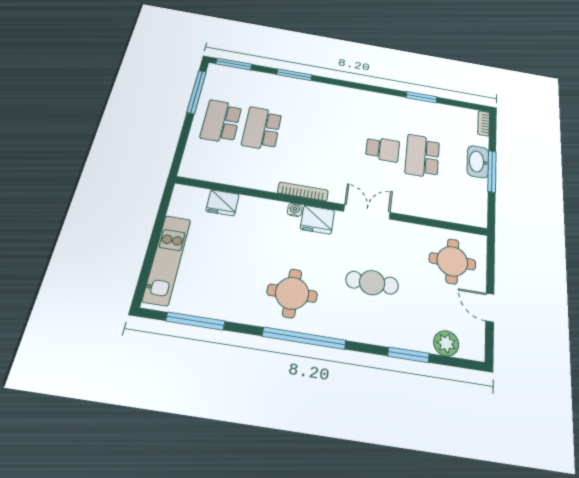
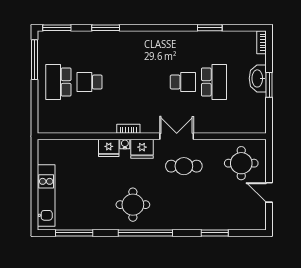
school desk: (262, 128) -> (90, 82), width x0.54
school desk: (422, 156) -> (214, 82), turned 180
window: (492, 171) -> (269, 85), width x0.69
bookcase: (303, 192) -> (128, 129), width x0.64
fridge: (223, 203) -> (109, 148), moved
cafe table: (372, 283) -> (184, 166), moved
plant: (446, 343) -> (240, 222), removed

